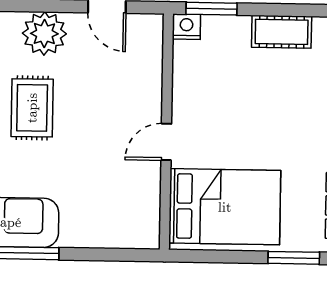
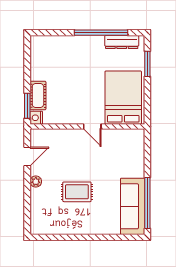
cot: (282, 32) -> (38, 96), moved
plant: (44, 34) -> (36, 182), width x0.53, depth x0.53

